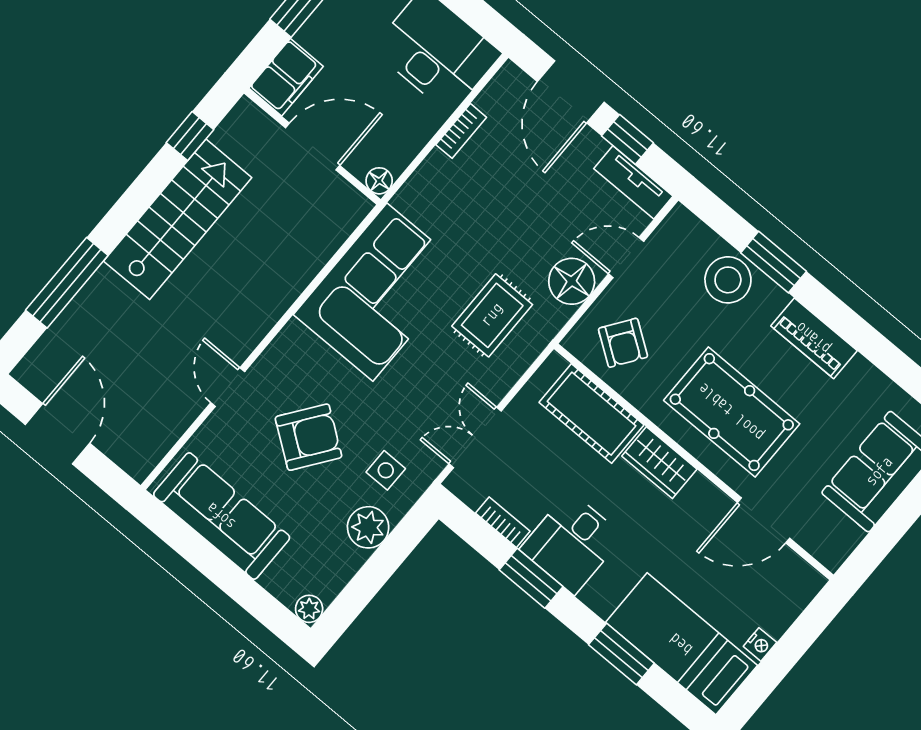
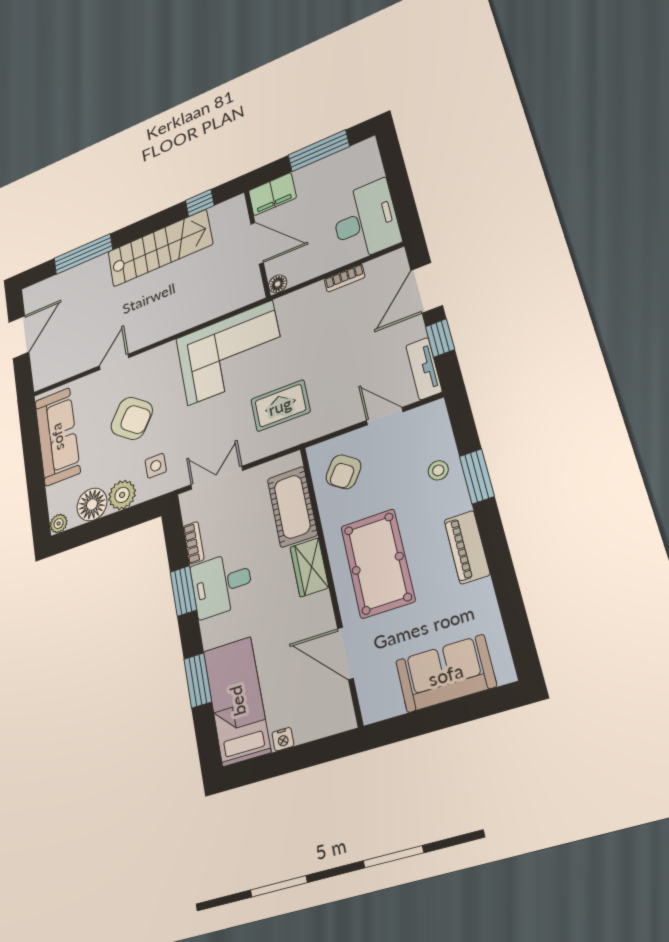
stool: (728, 280) -> (438, 470), width x0.53, depth x0.53
floor lamp: (572, 281) -> (92, 504), moved

